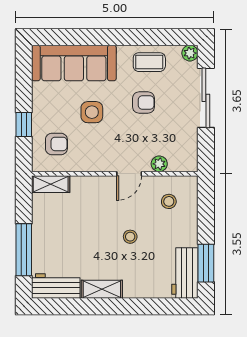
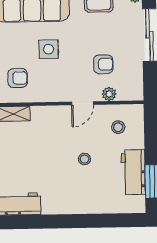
armchair: (143, 103) -> (103, 64), moved
workbench: (185, 273) -> (133, 172), moved
shelving: (102, 289) -> (60, 206), removed

